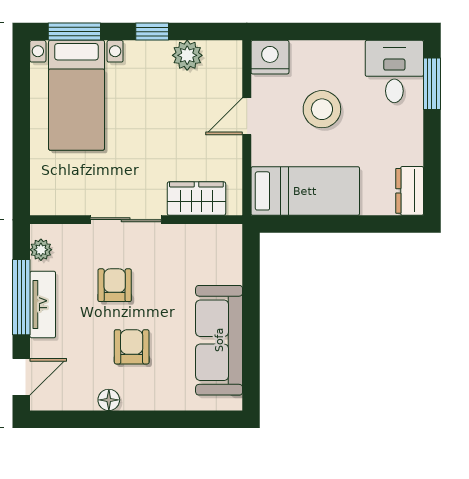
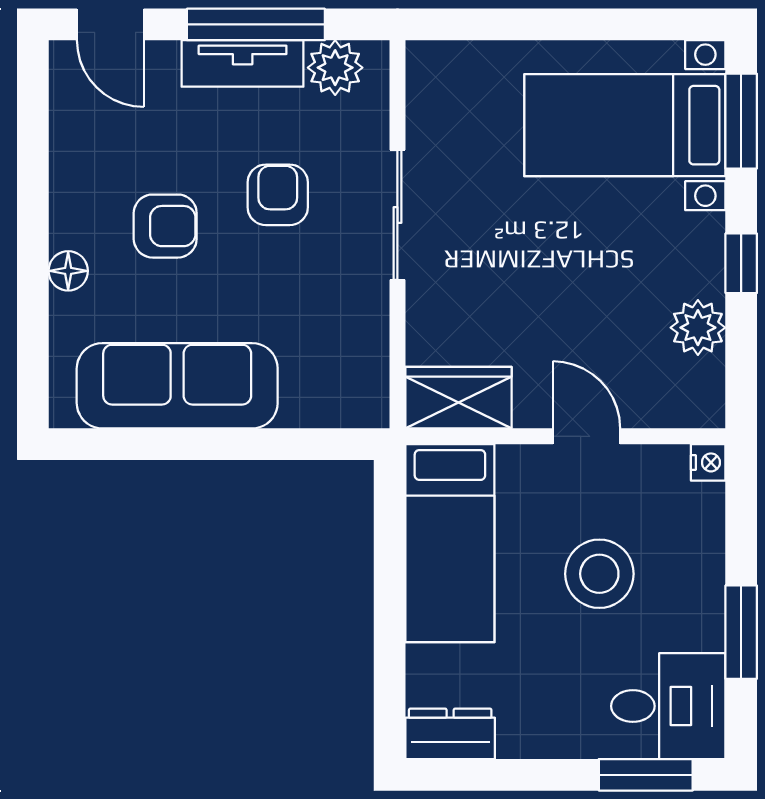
window: (354, 32) -> (741, 632), added
nightstand: (270, 57) -> (708, 462), width x0.53, depth x0.56
wardrobe: (196, 199) -> (458, 398), moved, turned -90
plant: (41, 250) -> (335, 68), width x1.38, depth x1.38
armchair: (115, 285) -> (278, 195), turned -90
floor lamp: (109, 400) -> (68, 271), moved

